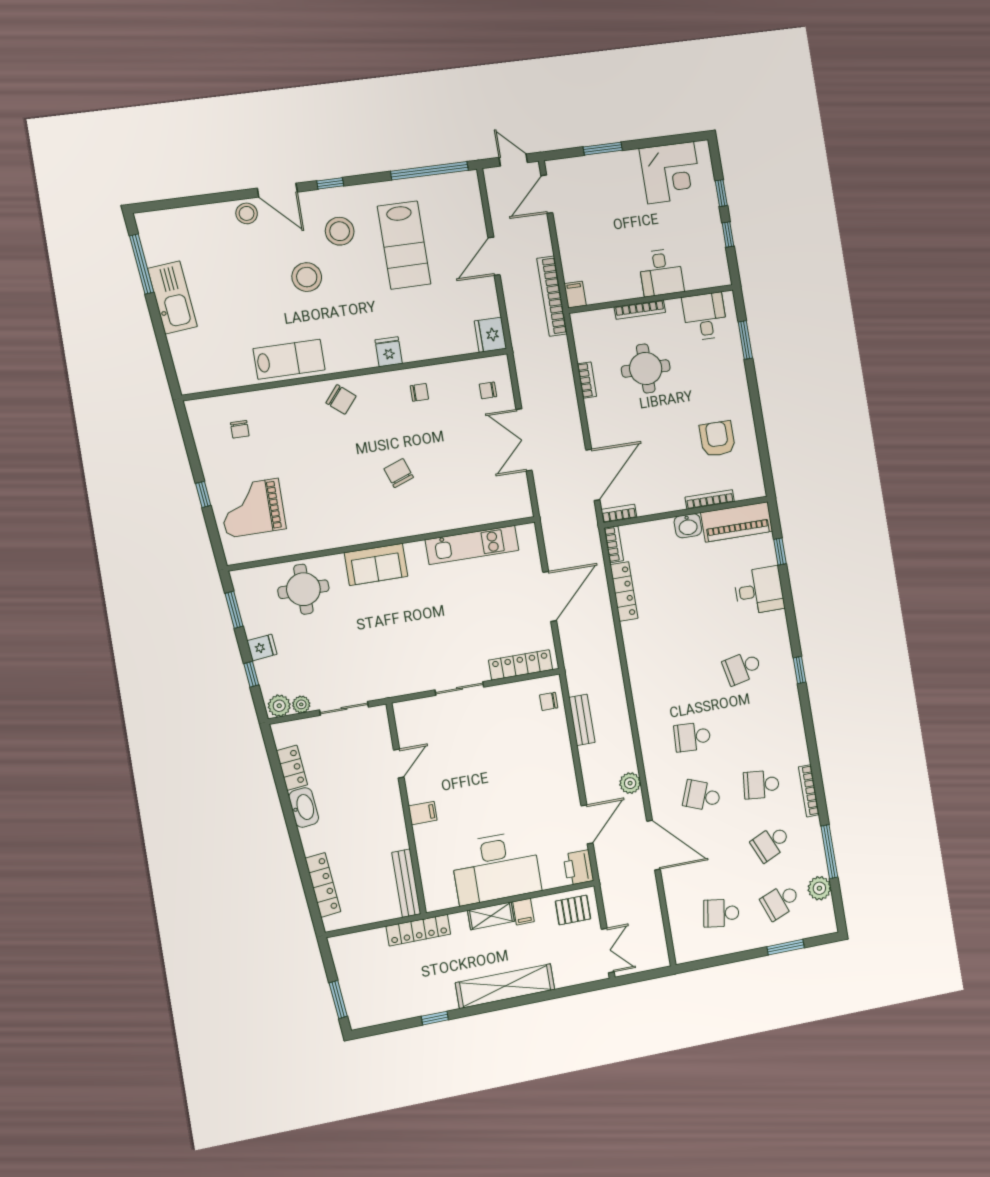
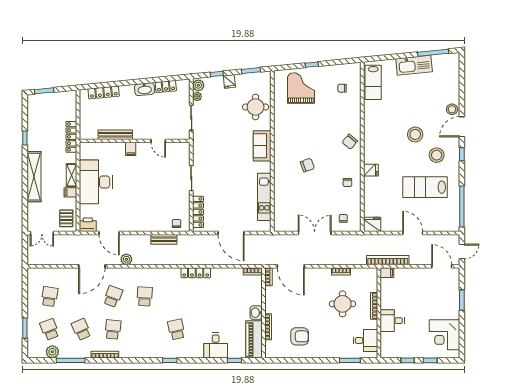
lab bench: (289, 359) -> (373, 82), moved
locker: (624, 591) -> (196, 273), moved
bench: (406, 883) -> (115, 135), moved

